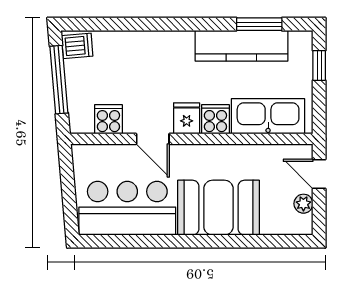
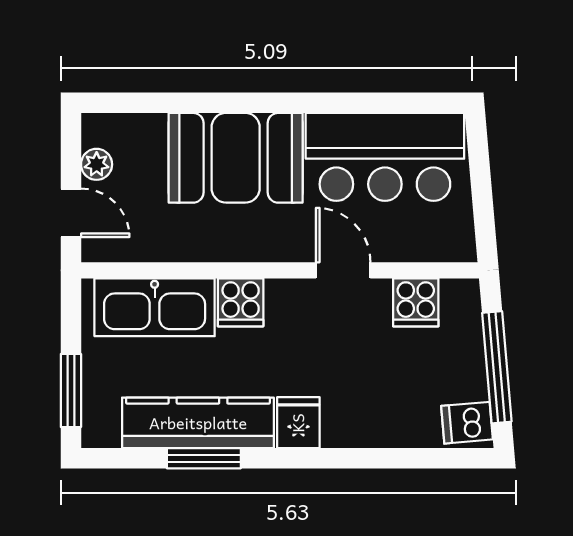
window: (259, 24) -> (204, 458), moved
window: (319, 65) -> (71, 391), width x1.50
fridge: (187, 118) -> (298, 423), moved, turned 180

